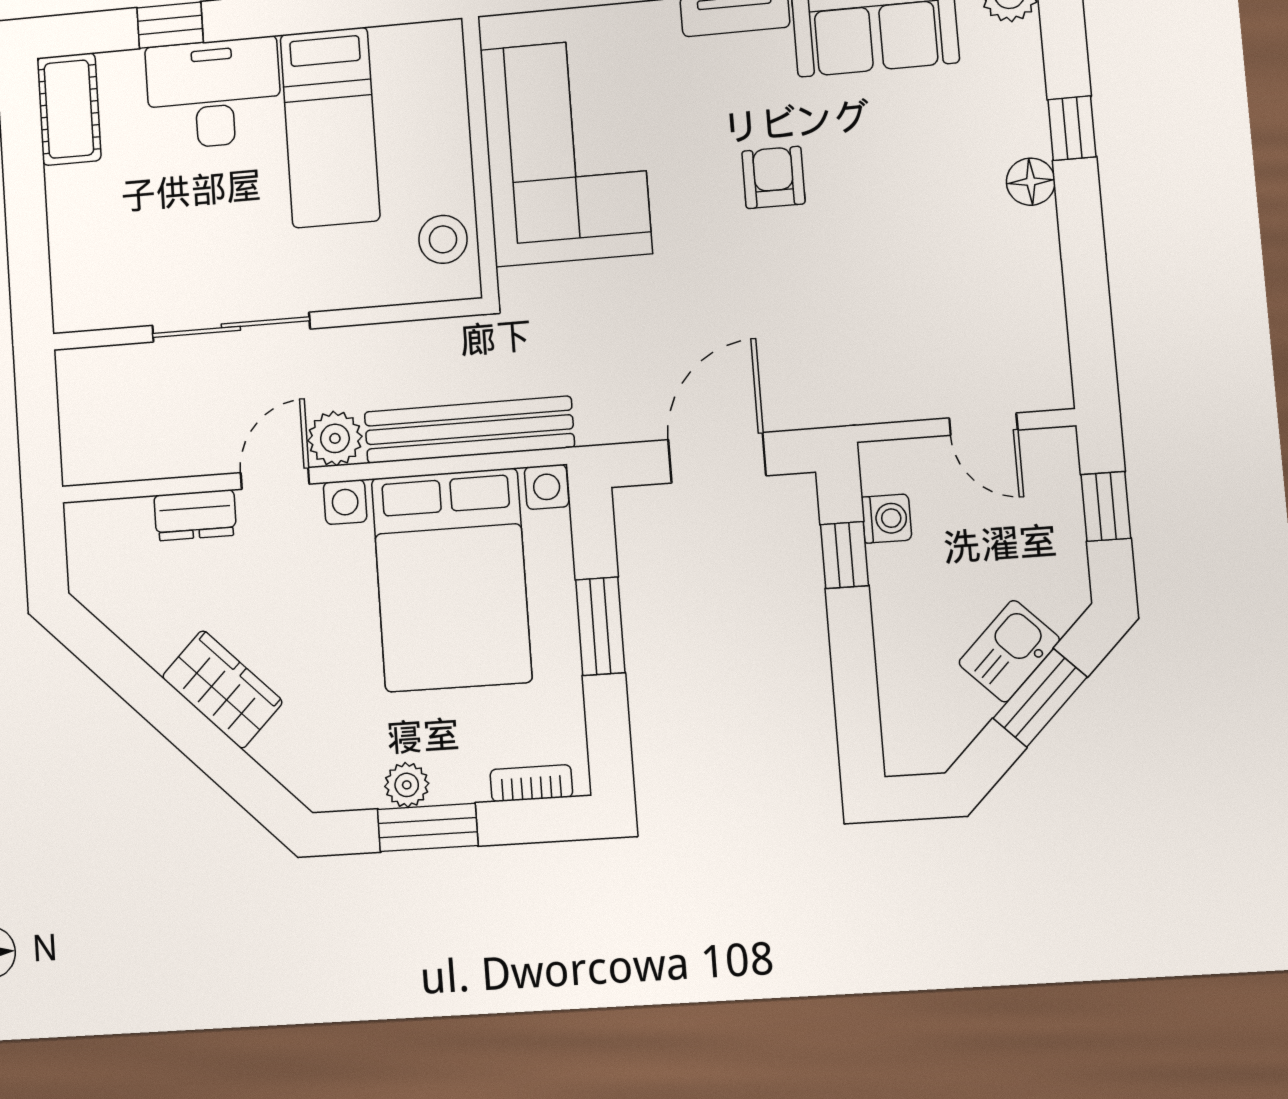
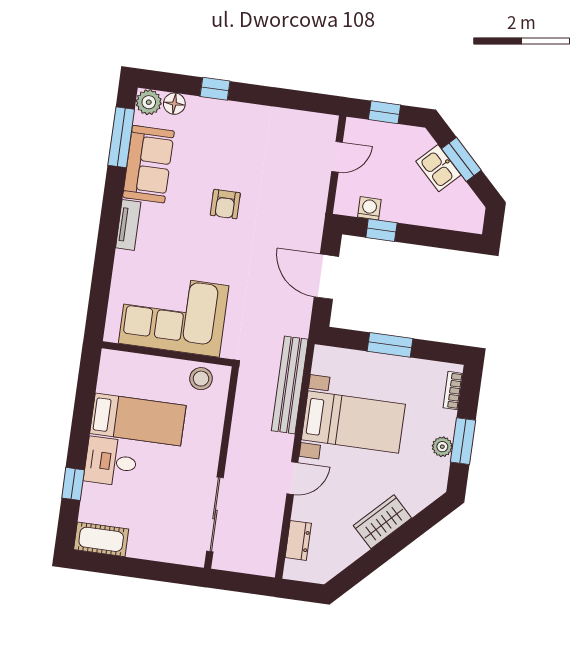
desk: (214, 93) -> (111, 462), width x0.73
armchair: (773, 177) -> (225, 204), moved, turned -90
floor lamp: (1031, 182) -> (174, 104), moved
sliding door: (231, 327) -> (215, 514), moved
plant: (335, 438) -> (280, 447), removed
door: (275, 478) -> (292, 478), swing flipped
dresser: (195, 515) -> (298, 540), moved
bed with nightstands: (451, 580) -> (353, 422), width x0.73

